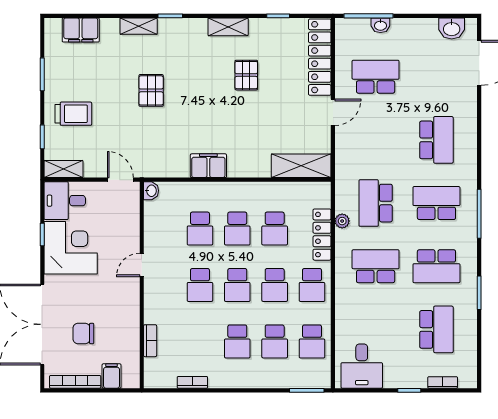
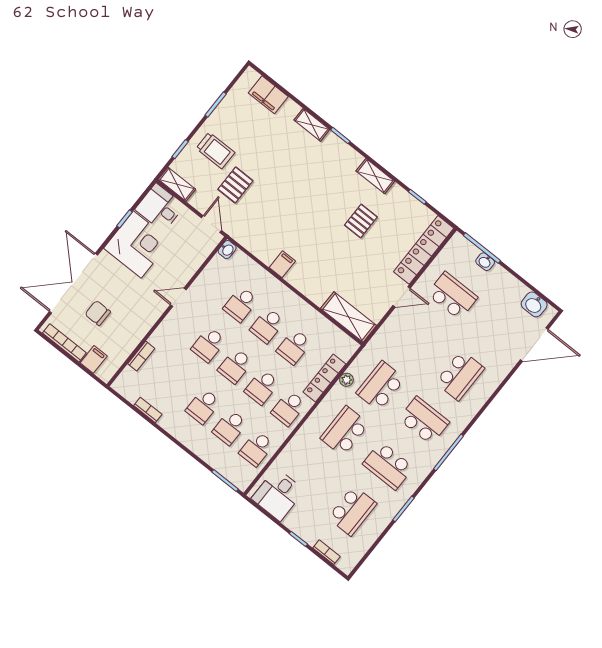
pallet: (151, 90) -> (235, 185), moved
filing cabinet: (208, 166) -> (282, 264), width x0.50
school desk: (376, 266) -> (345, 431), turned -90

